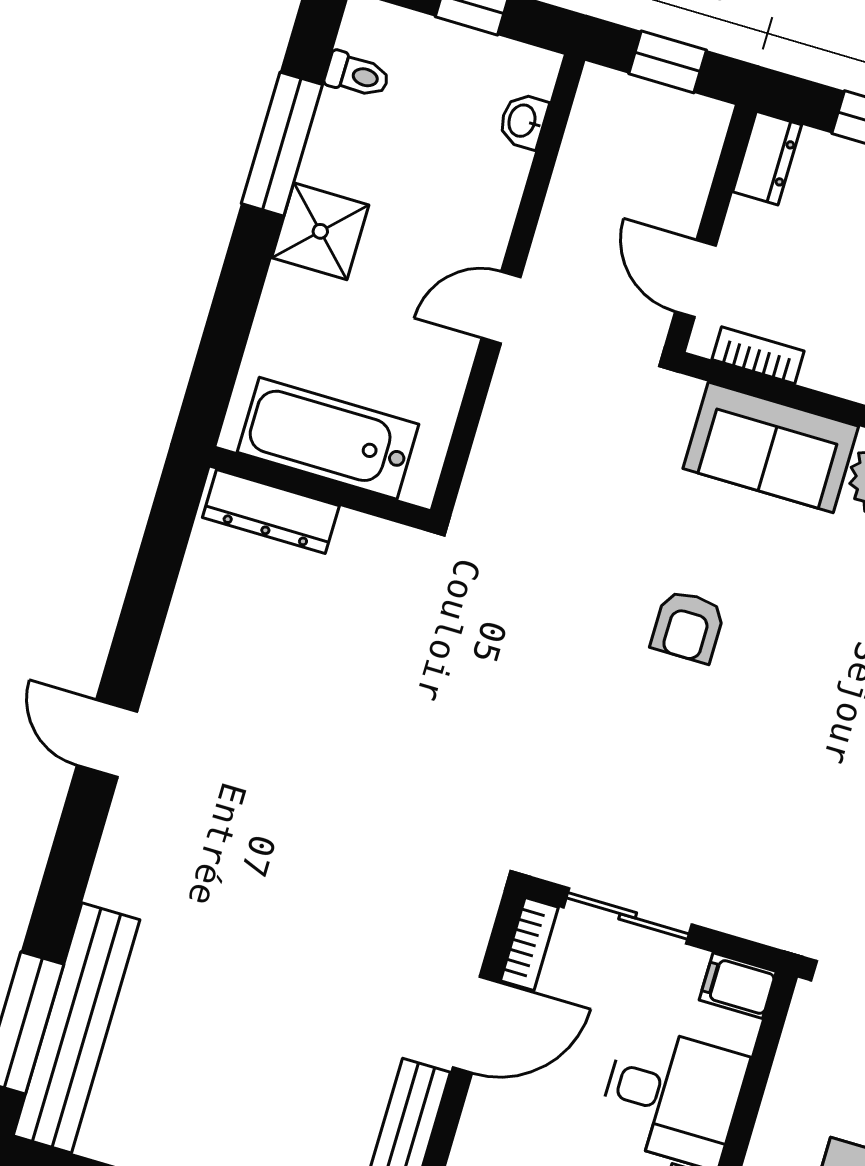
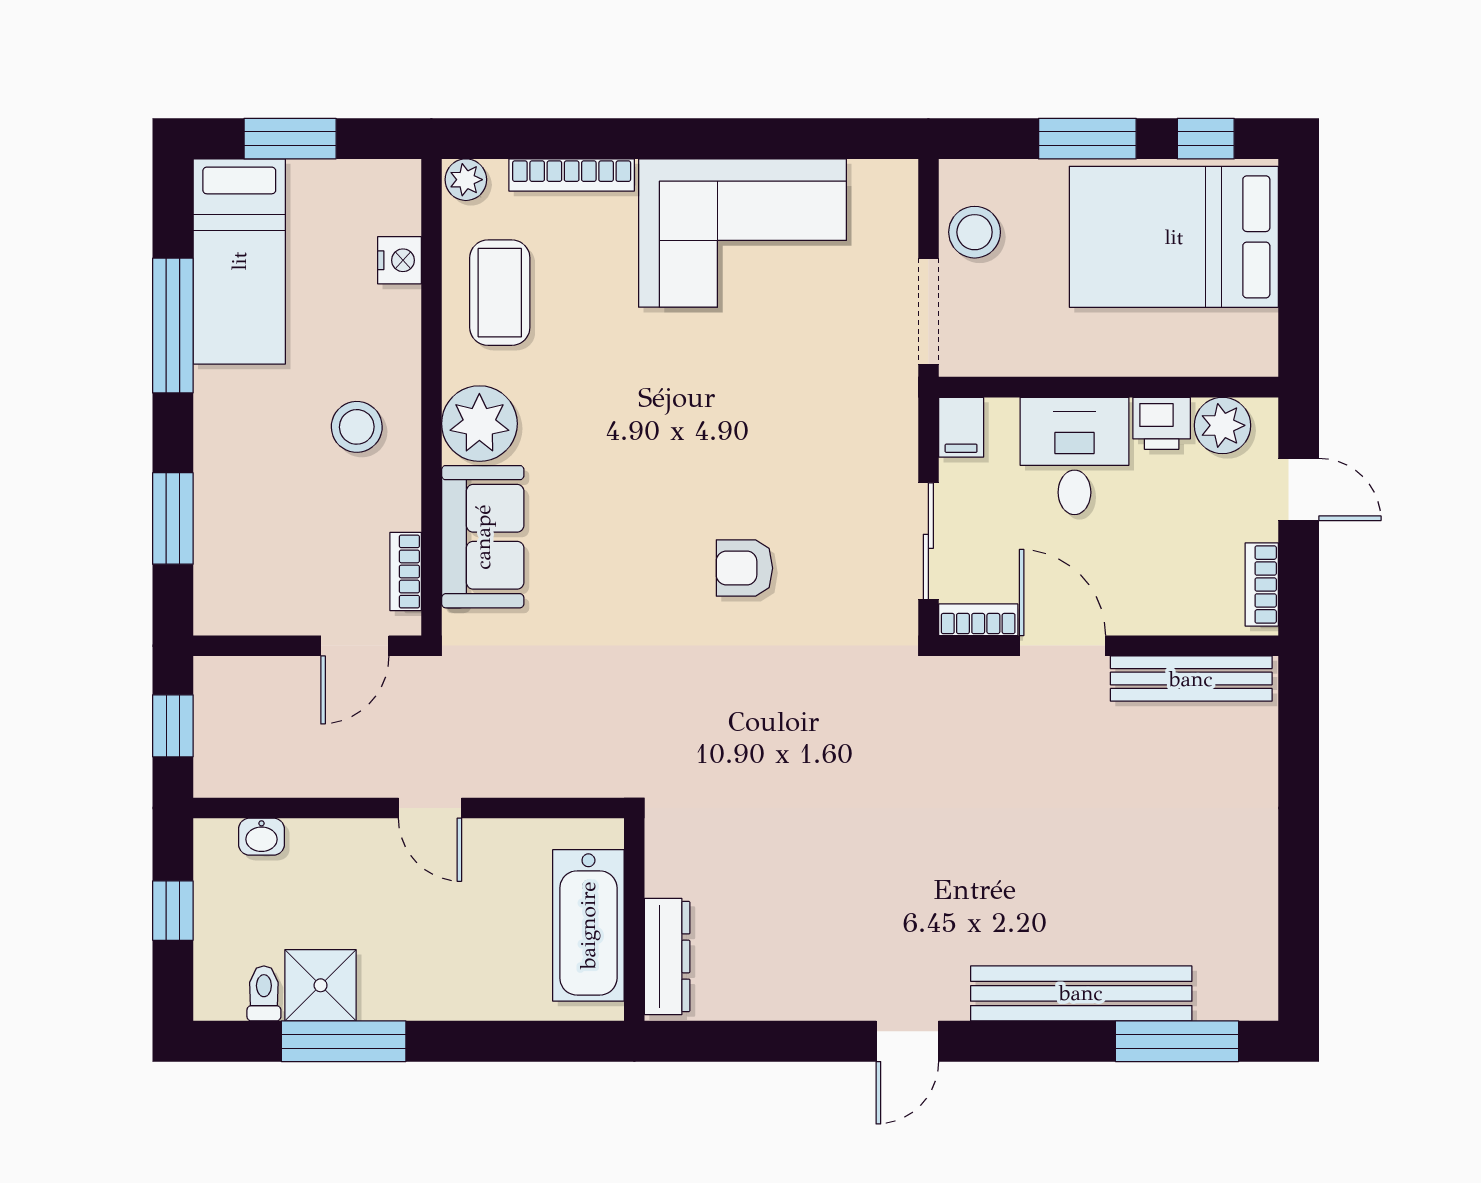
dresser: (767, 158) -> (231, 614), removed
shower: (320, 231) -> (321, 985), moved
armchair: (688, 626) -> (744, 568), moved, turned 180
bench: (77, 1028) -> (1081, 993), moved

